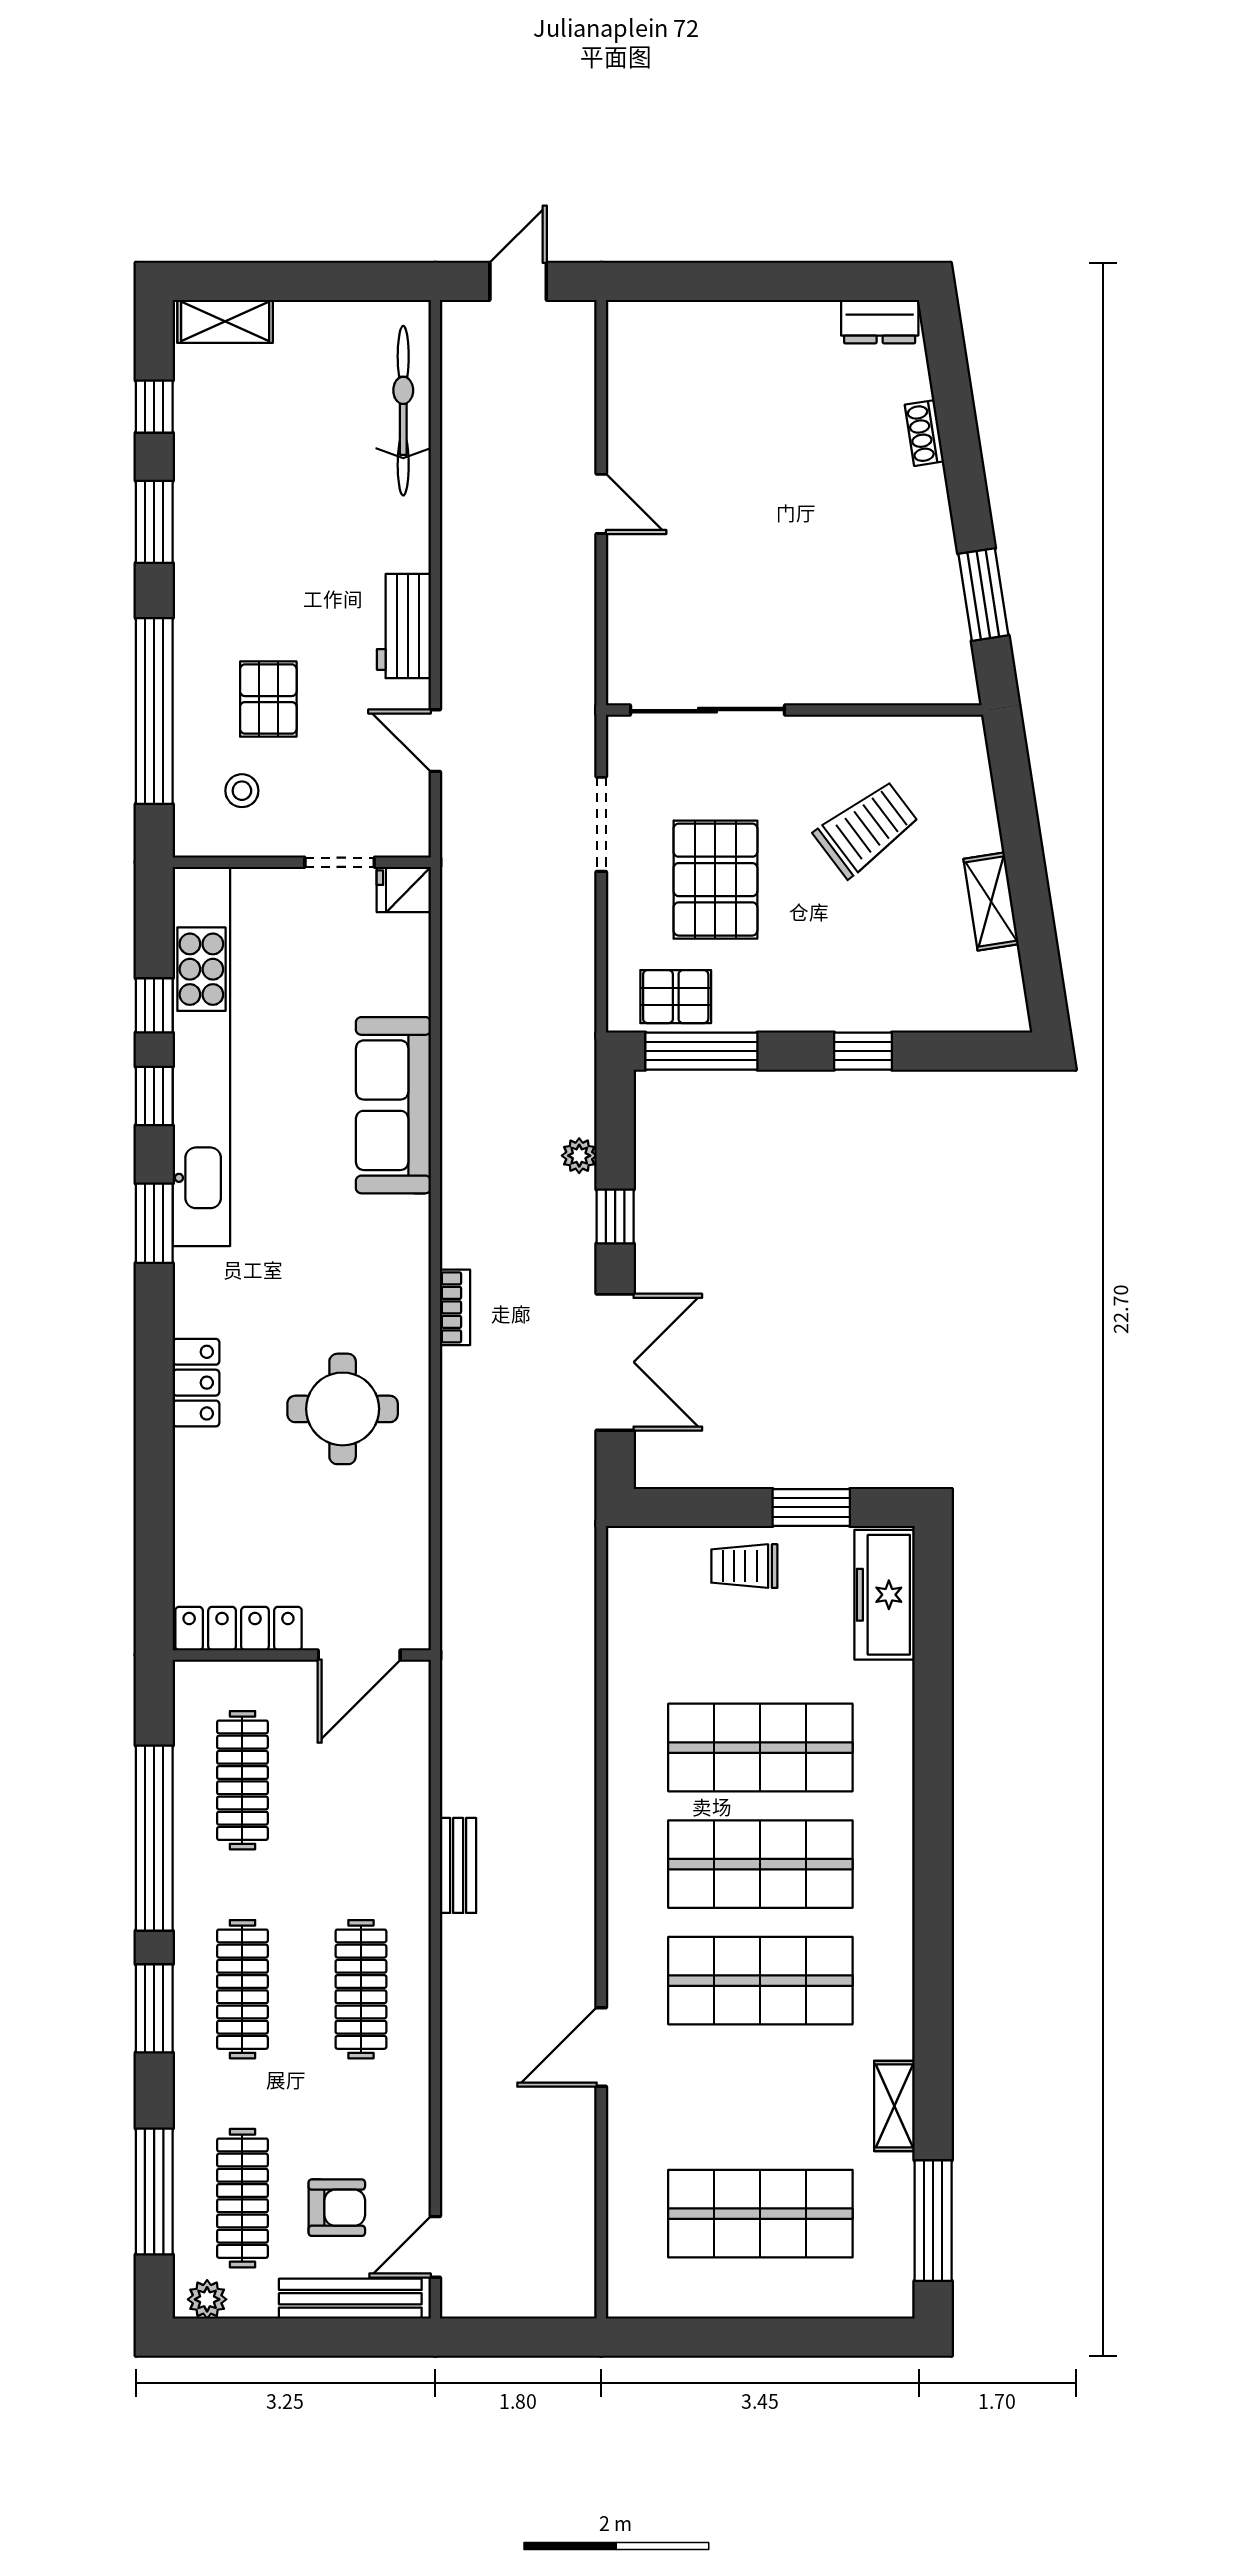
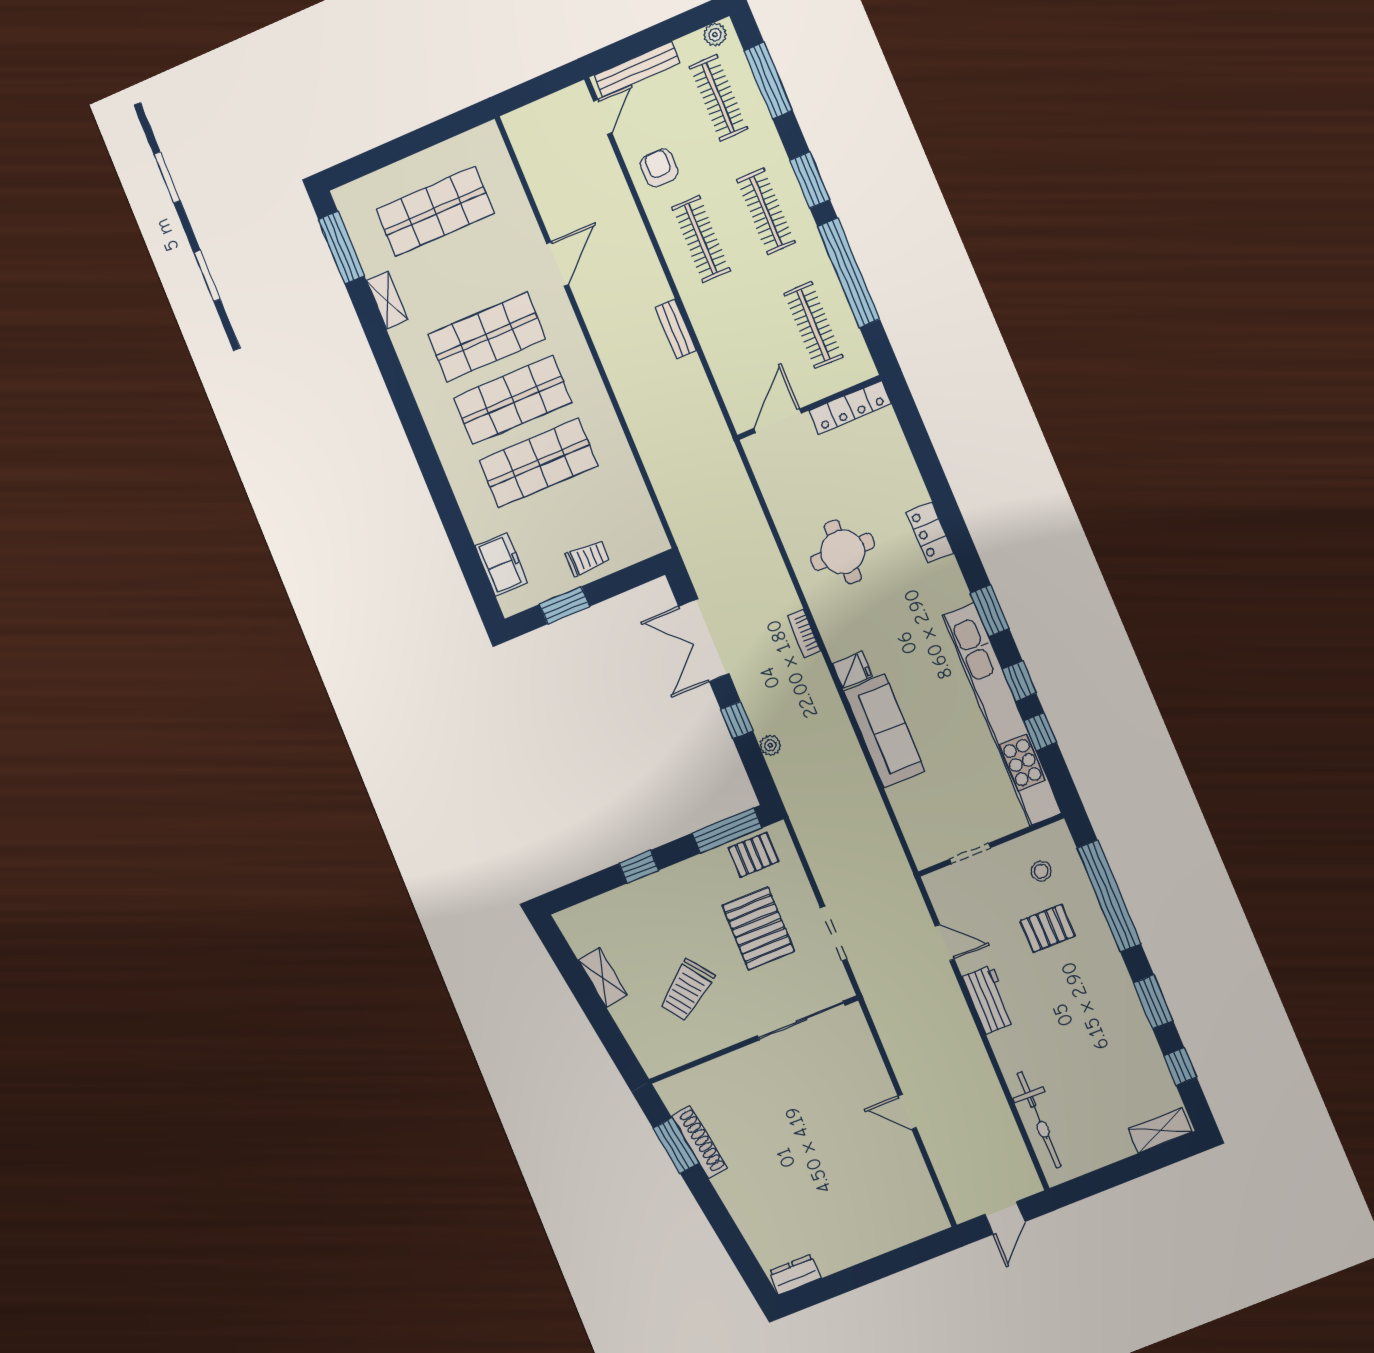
shoe rack: (924, 433) -> (699, 1142), moved, width x1.94, depth x1.24
pallet: (268, 699) -> (1048, 928), turned 90
fridge: (404, 889) -> (852, 670), moved
freezer: (885, 1595) -> (501, 564), width x0.71
armchair: (337, 2208) -> (659, 168), moved, turned 90

